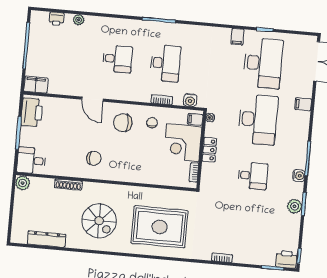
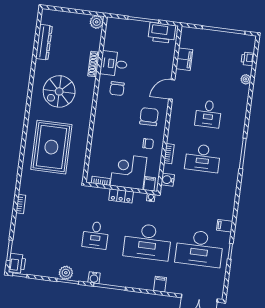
filing cabinet: (36, 85) -> (184, 59), moved
desk: (31, 161) -> (114, 64), moved, turned -90

